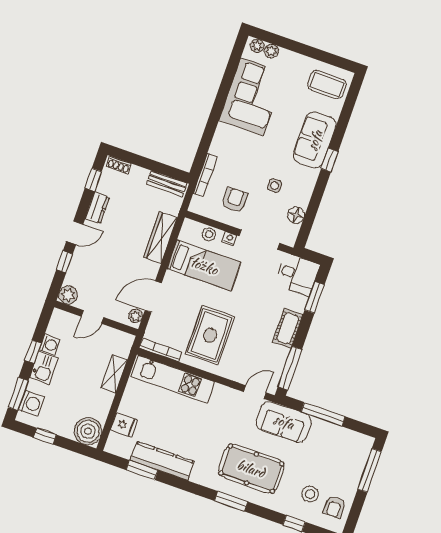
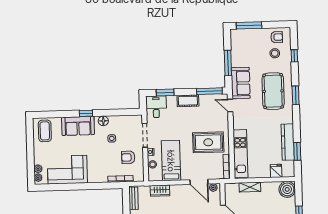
floor lamp: (296, 215) -> (103, 121), moved
wardrobe: (160, 238) -> (160, 191), width x0.67

